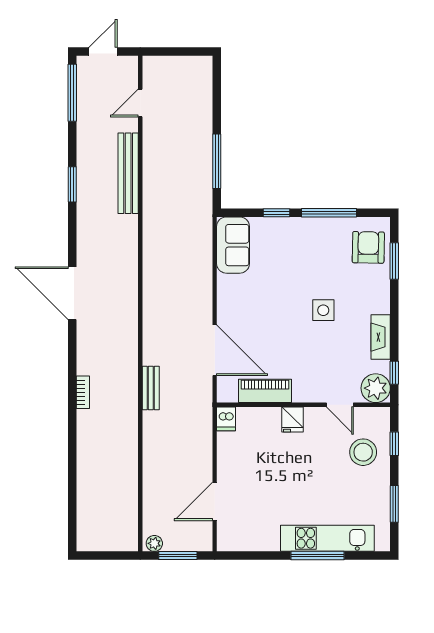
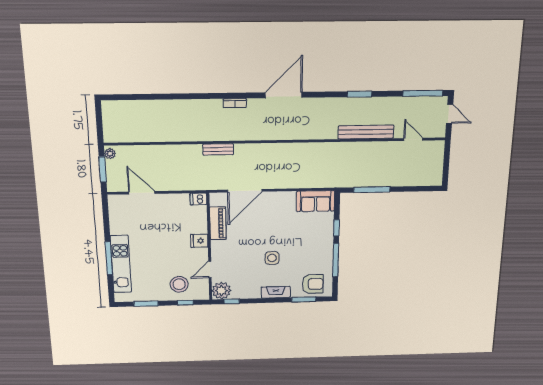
fireplace: (381, 337) -> (276, 292), moved
bookcase: (83, 392) -> (235, 103), moved

